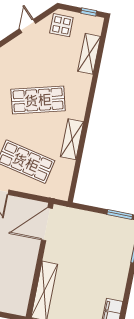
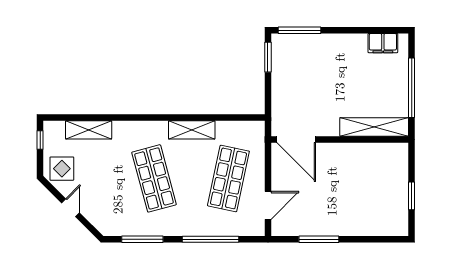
door: (28, 26) -> (71, 208), swing flipped

